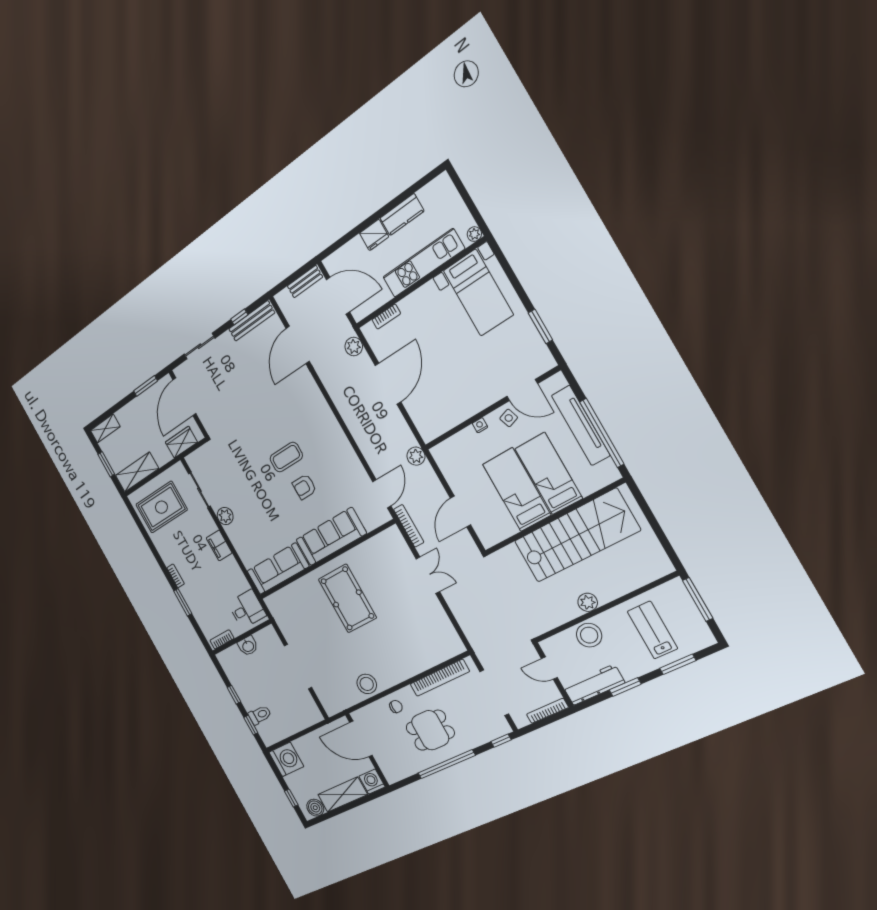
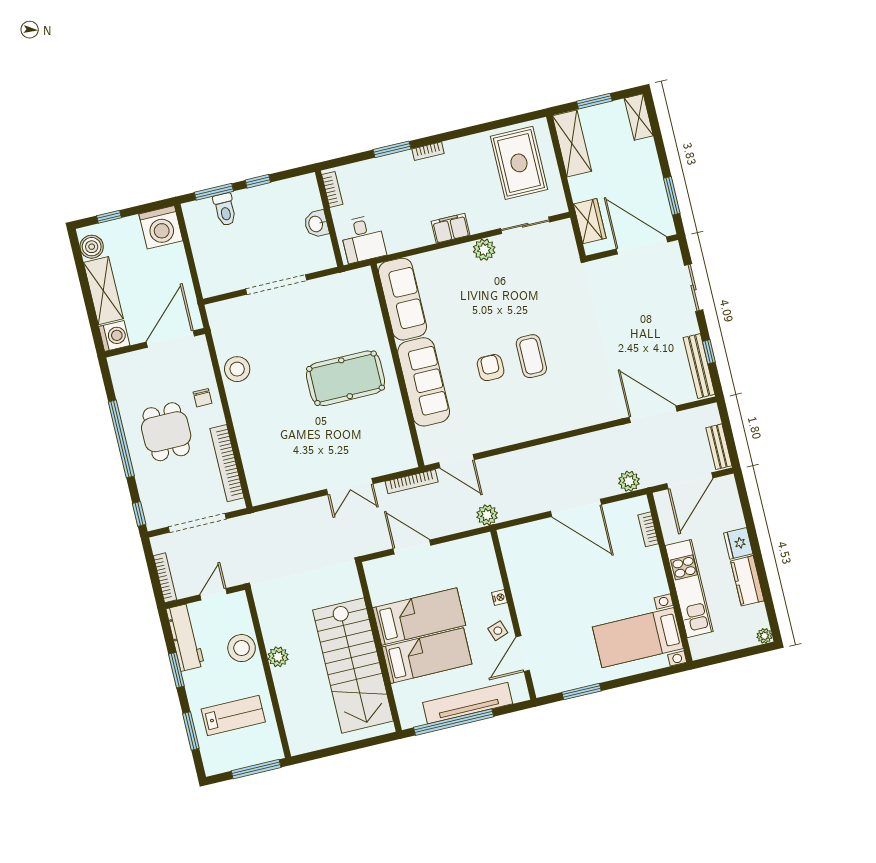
plant: (474, 234) -> (764, 636), moved
window: (251, 725) -> (214, 192), width x1.50

